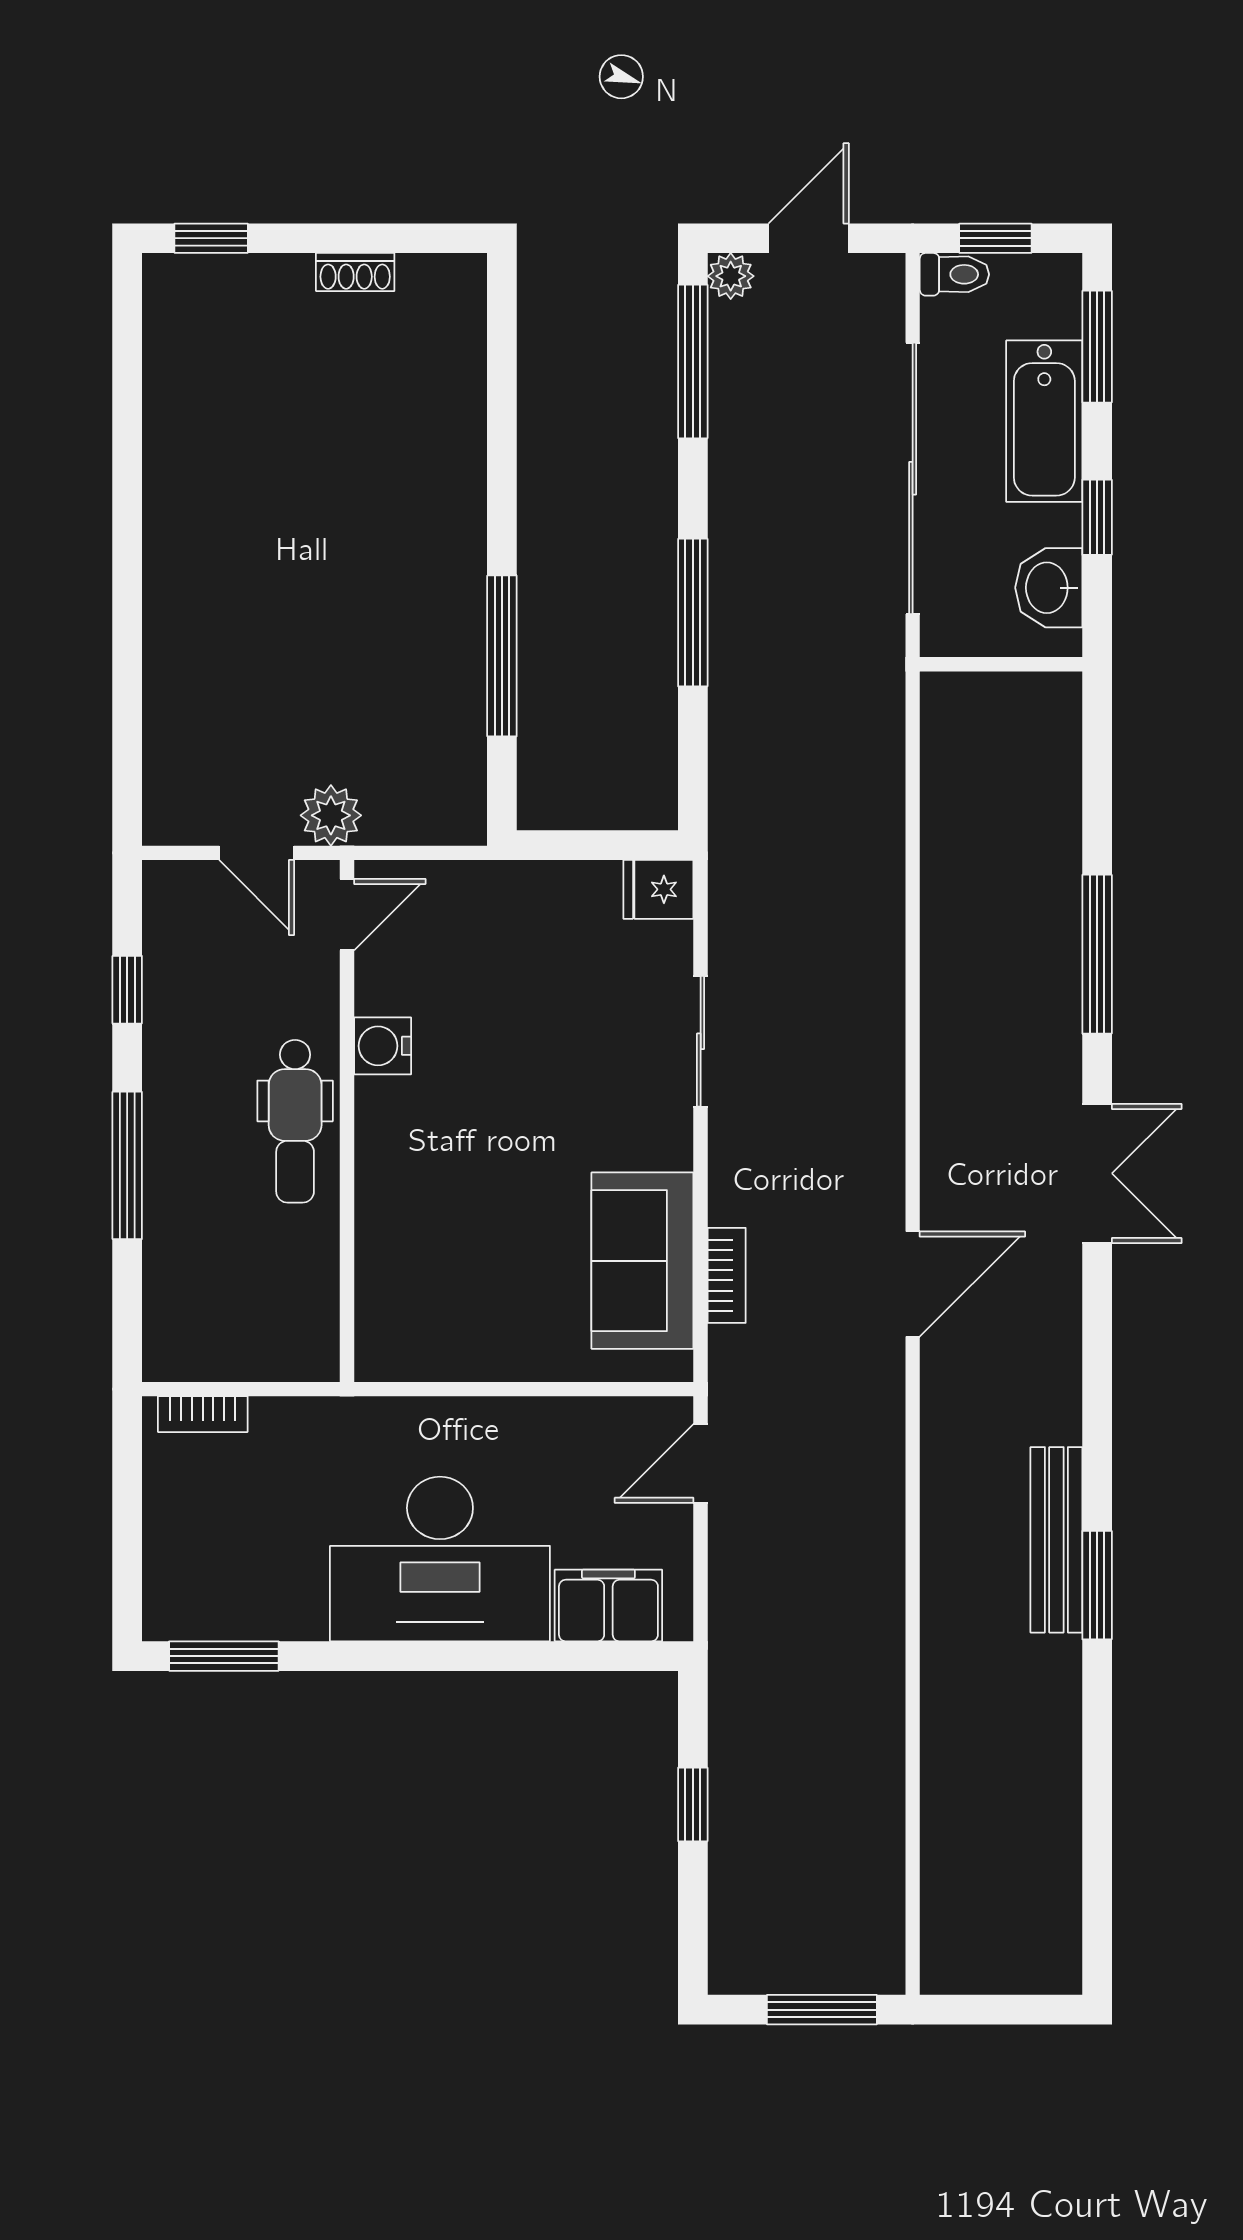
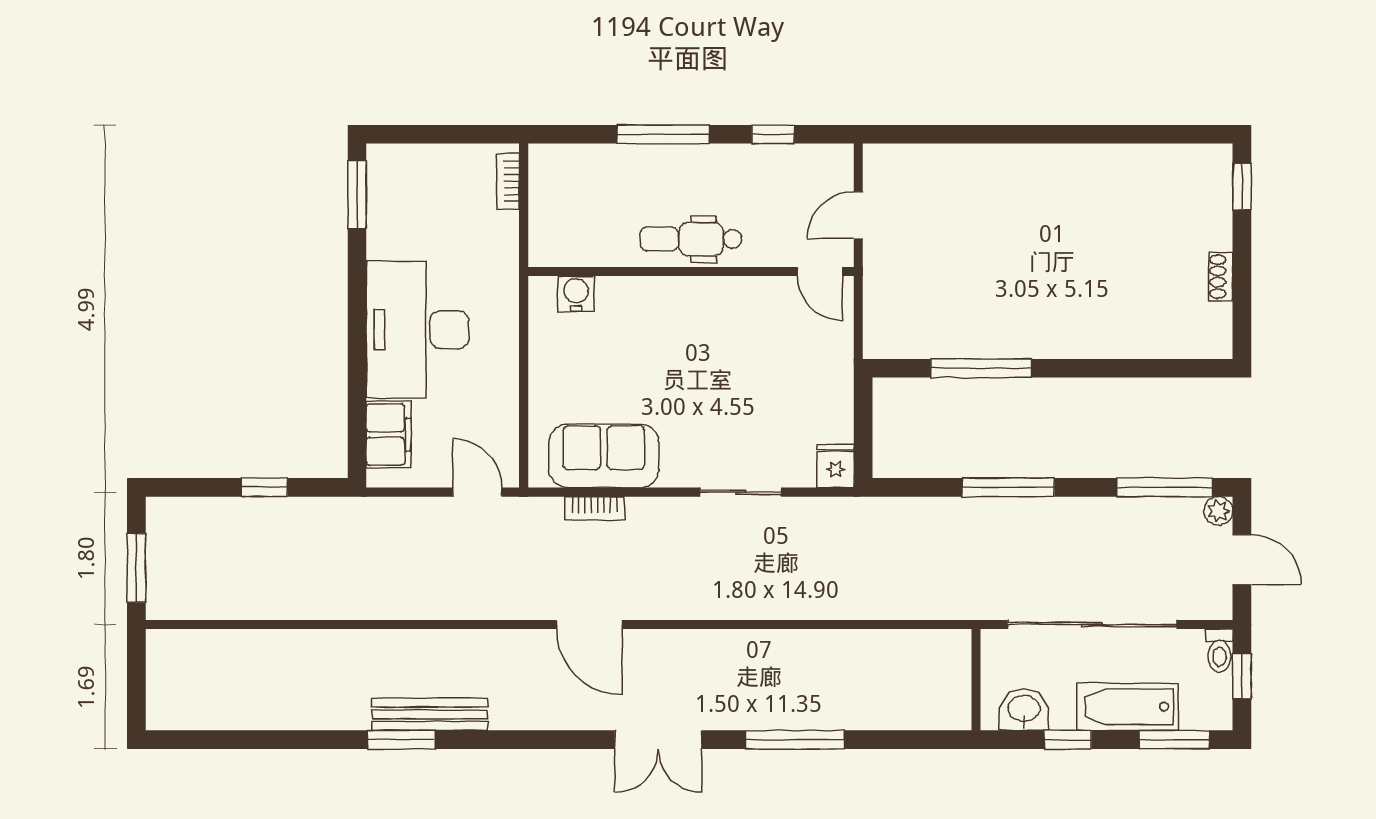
plant: (331, 815) -> (882, 261), removed
water cooler: (383, 1046) -> (576, 294), moved

